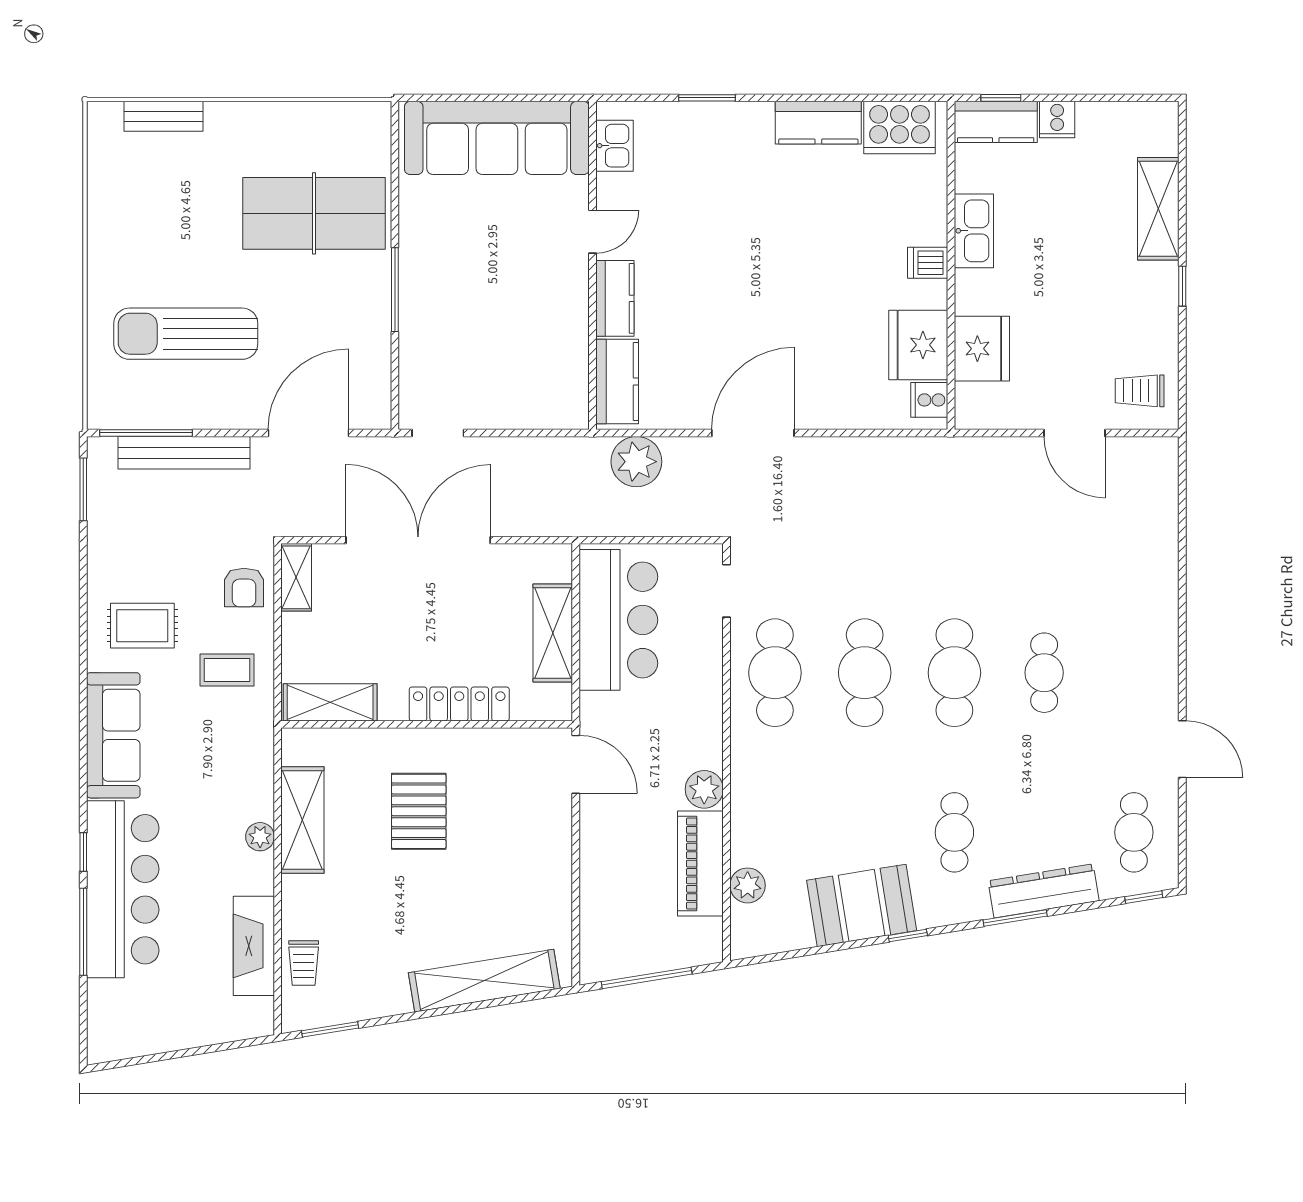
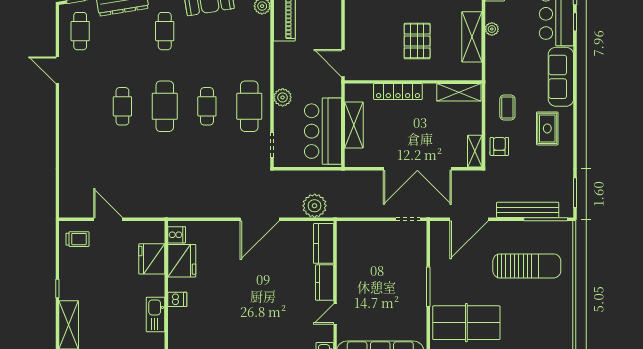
rug: (142, 626) -> (547, 128), turned 90
coffee table: (227, 670) -> (507, 108), turned 90
cafe table: (865, 673) -> (207, 106), width x0.73, depth x0.74
plant: (704, 789) -> (283, 97), moved

